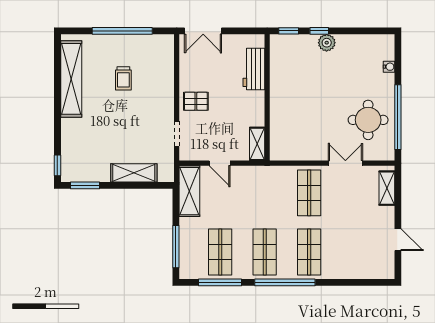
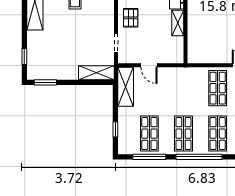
pallet: (196, 101) -> (131, 18), turned 90
shelving: (257, 144) -> (178, 23), moved
window: (57, 165) -> (24, 56), moved
shelving: (134, 173) -> (96, 73), moved
window: (176, 247) -> (115, 129), width x0.46

